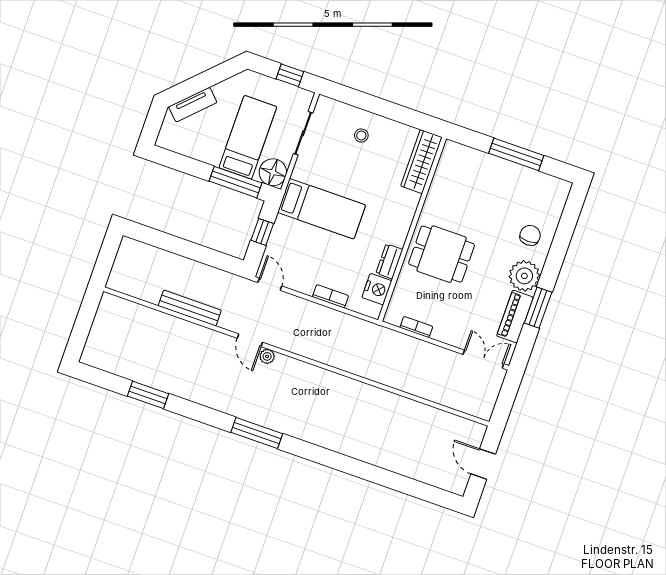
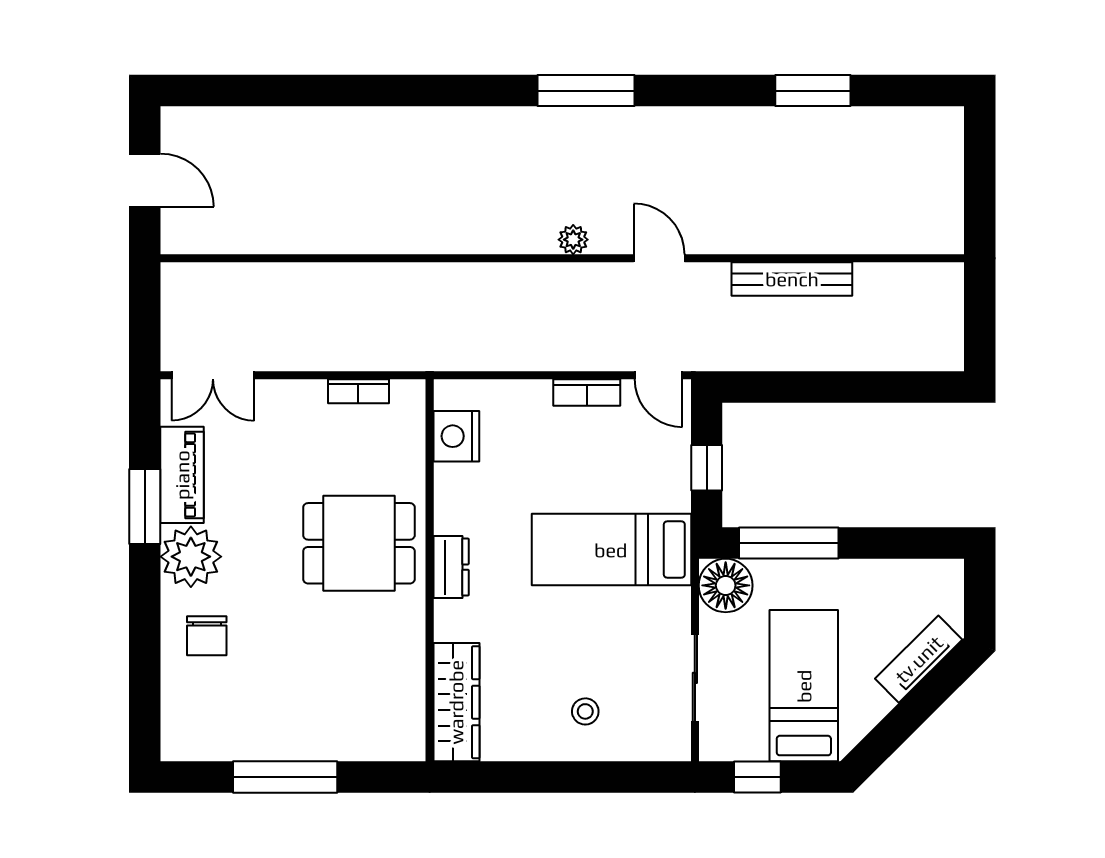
bed: (248, 137) -> (804, 686), moved, turned 180
dresser: (389, 261) -> (451, 567), moved
bookcase: (330, 296) -> (587, 393), moved
plant: (267, 356) -> (573, 240), moved

